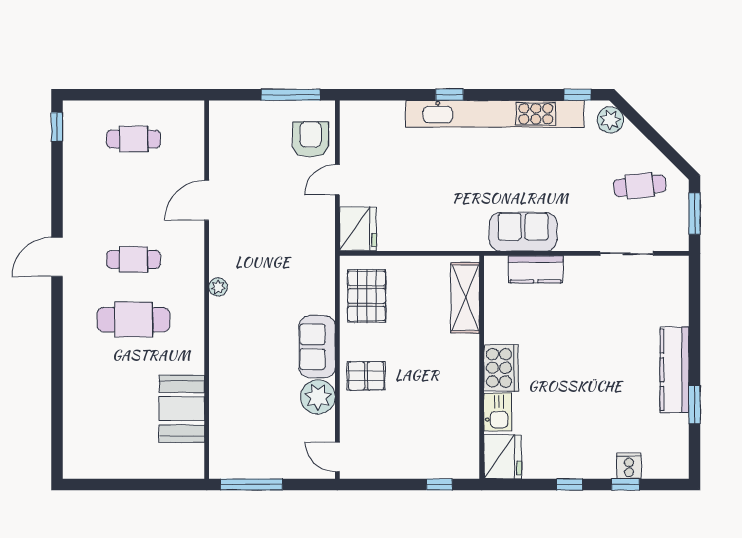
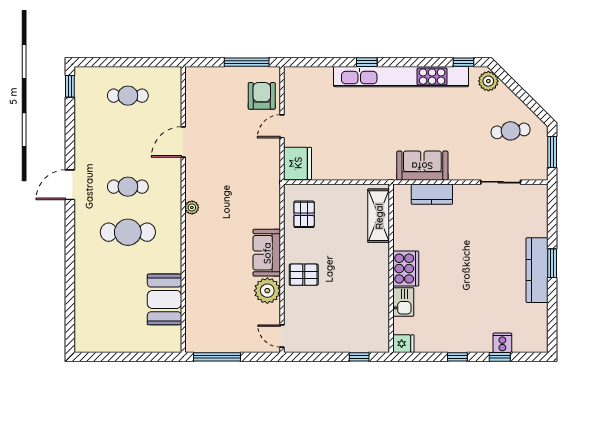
pallet: (367, 296) -> (304, 214), width x0.67, depth x0.71
window: (695, 405) -> (552, 263), moved
fridge: (503, 457) -> (403, 344), width x0.53, depth x0.75

